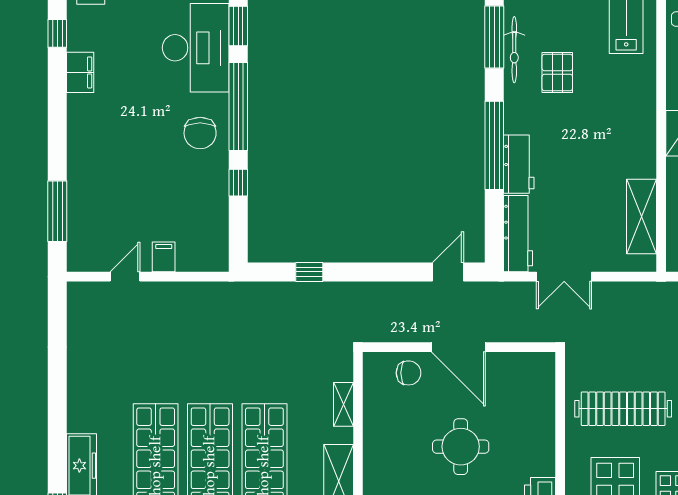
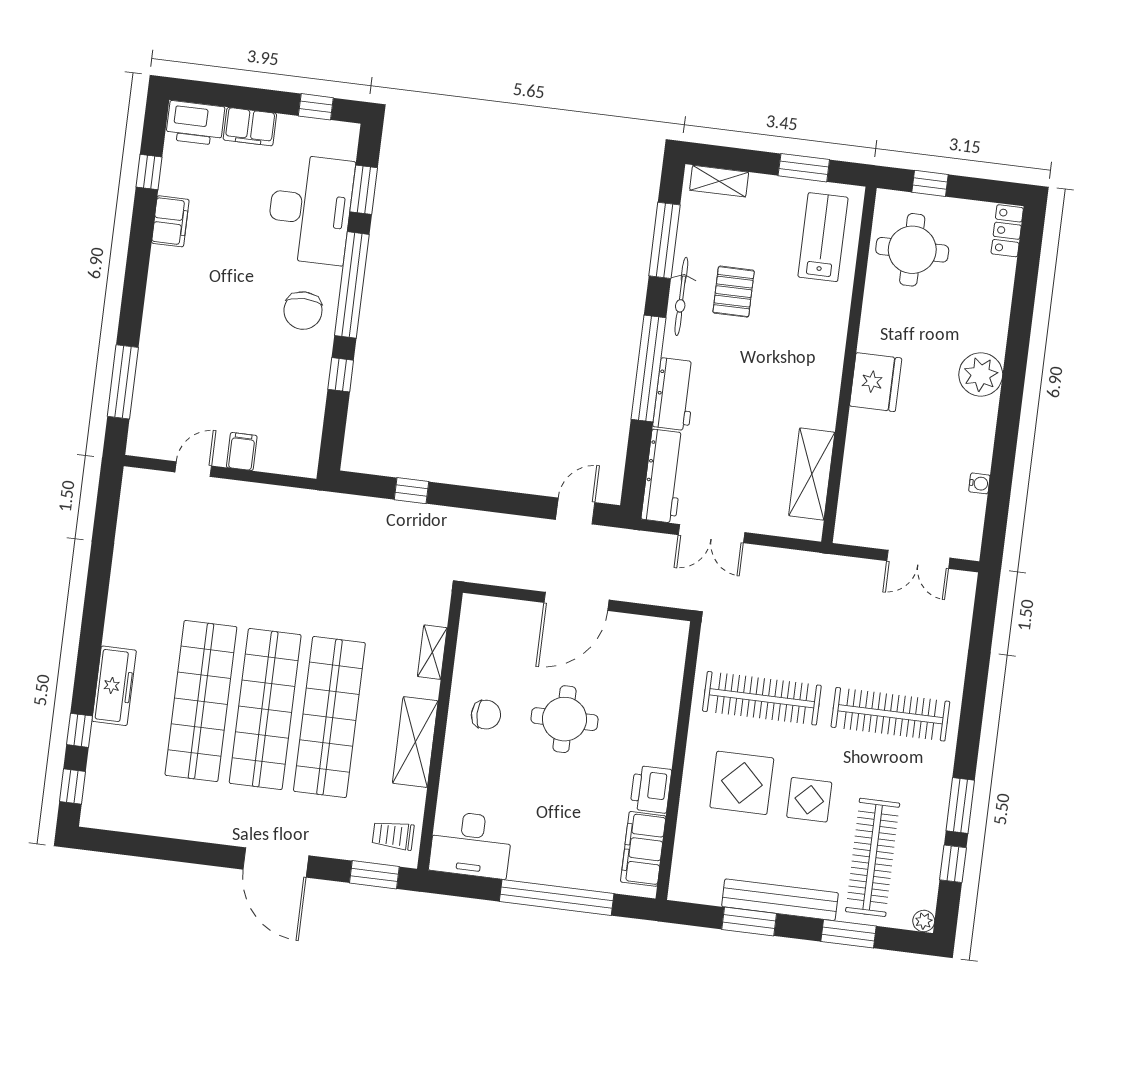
bicycle: (514, 50) -> (681, 296), moved
door: (458, 347) -> (576, 601), hinge flipped
chair: (409, 373) -> (486, 715), moved

